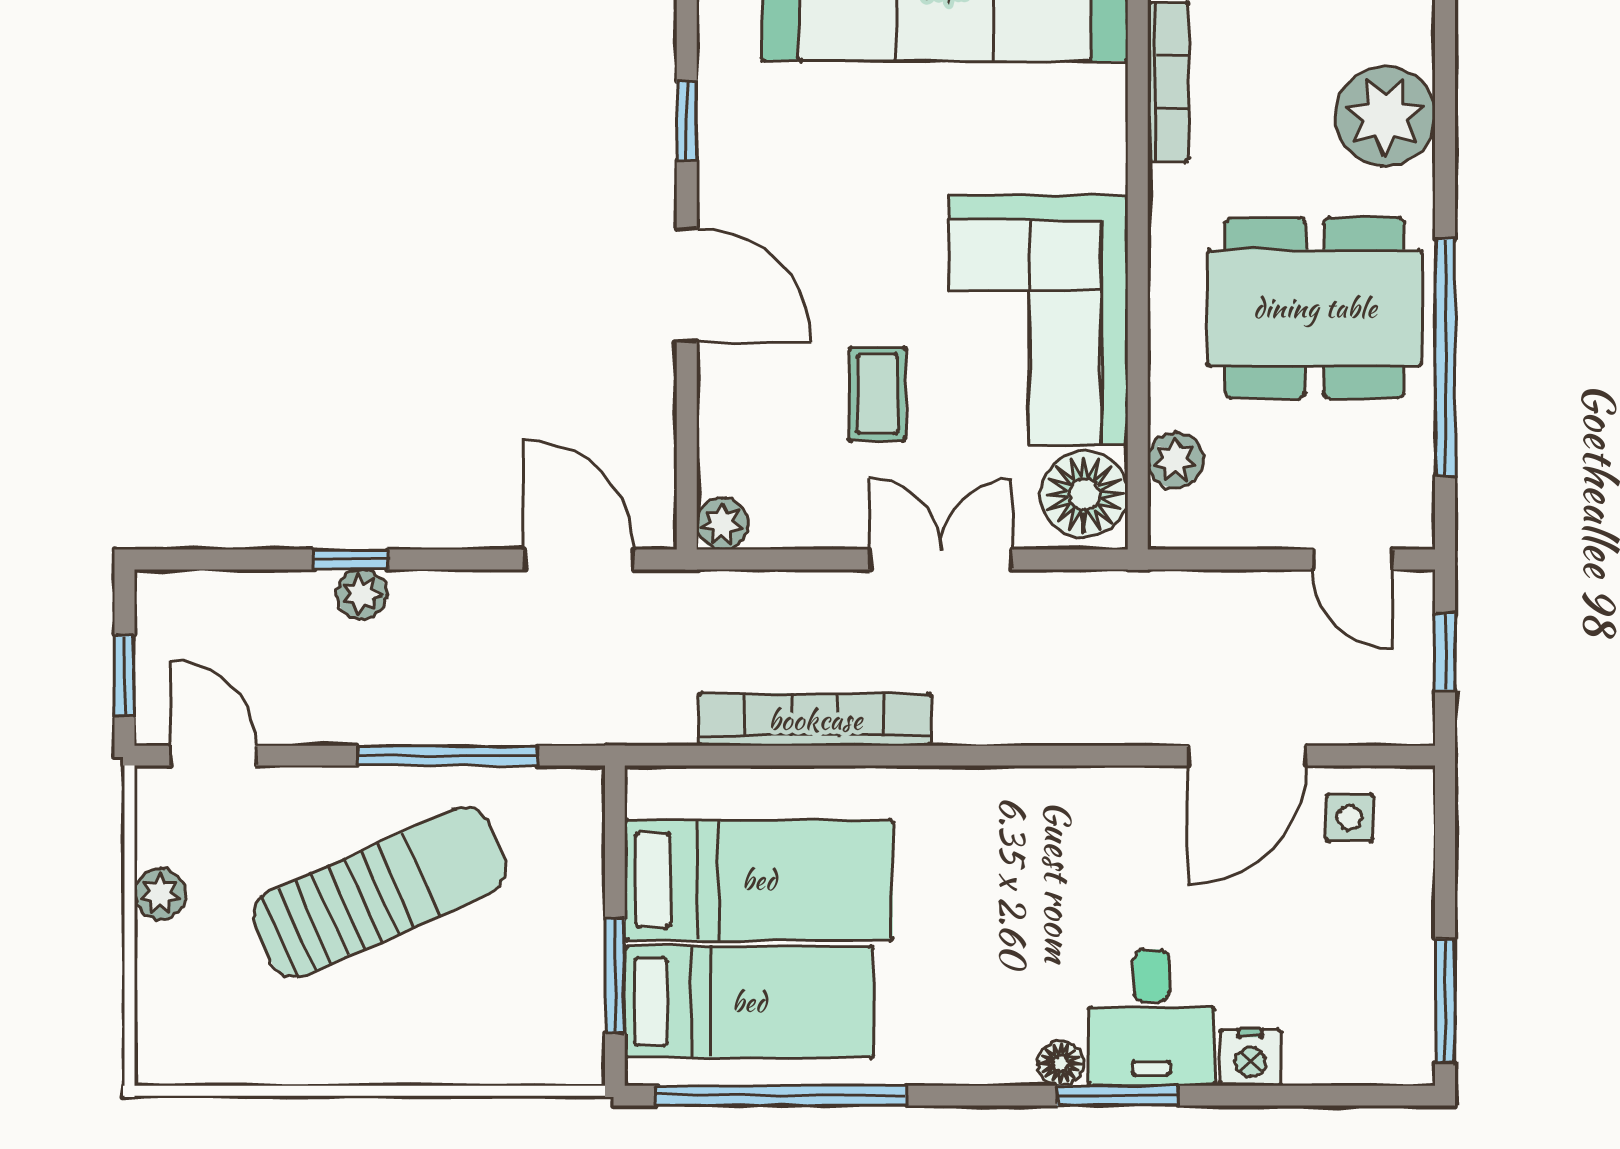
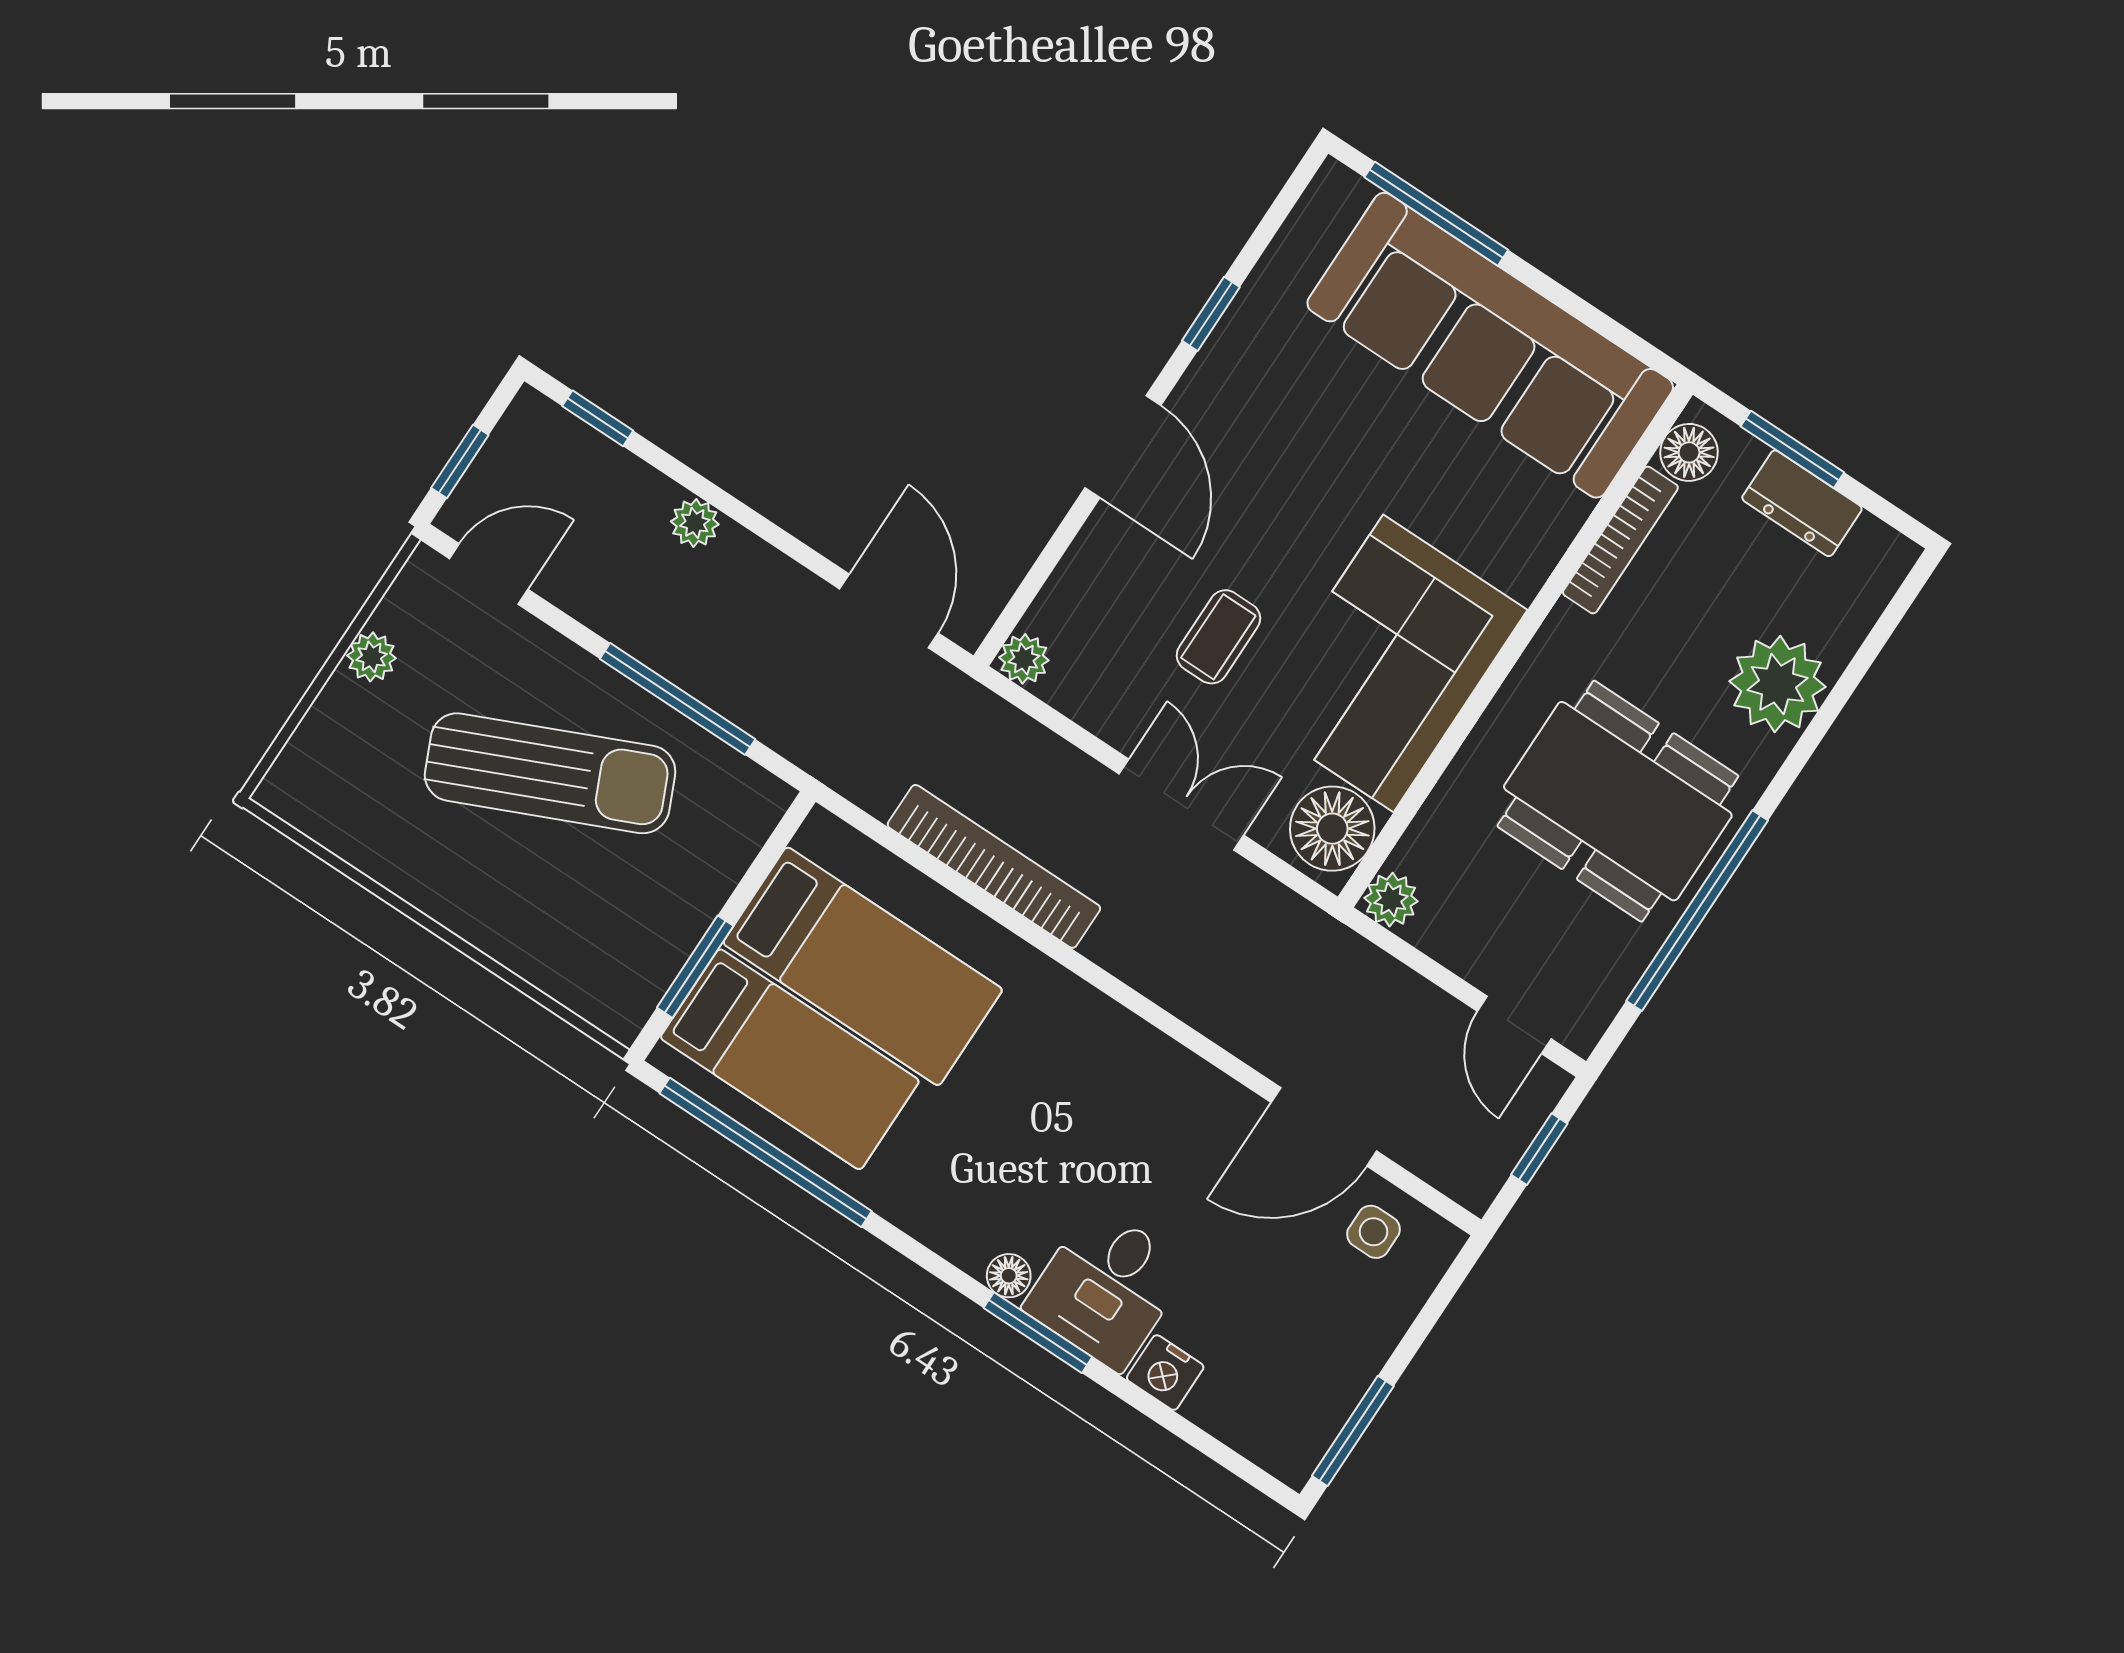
plant: (1175, 460) -> (1391, 900), moved
window: (351, 560) -> (598, 418), moved
door: (213, 756) -> (489, 574), hinge flipped

